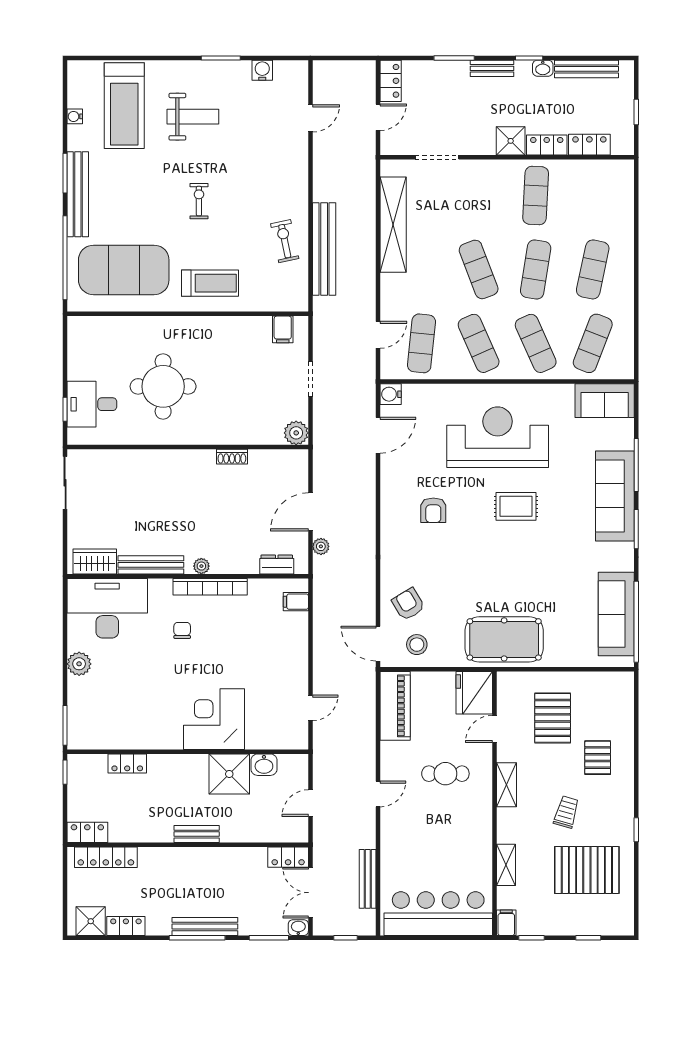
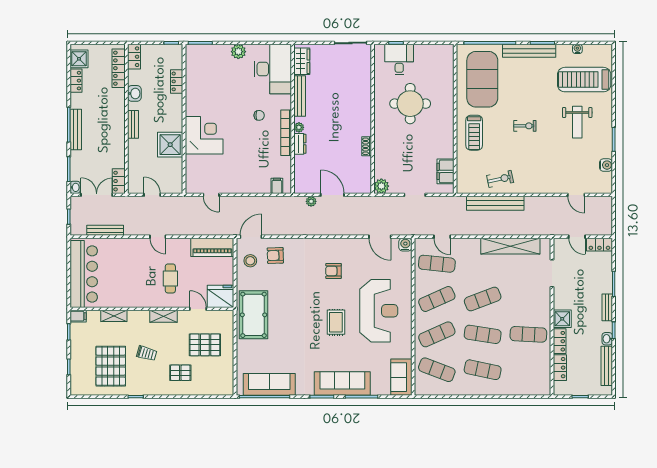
filing cabinet: (283, 329) -> (445, 171), width x2.00
dresser: (277, 564) -> (300, 144), moved
armchair: (408, 604) -> (275, 255), turned -151
washbasin: (264, 765) -> (134, 93), moved, turned 180

